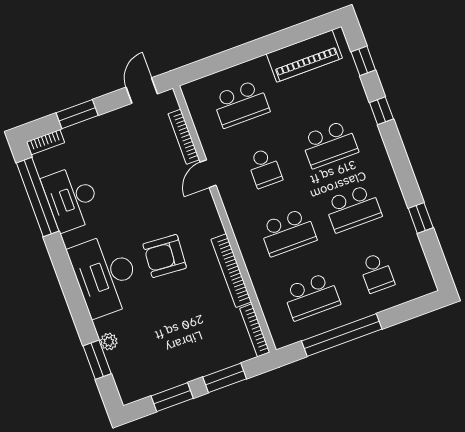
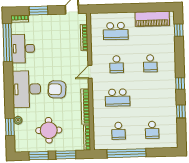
window: (381, 111) -> (180, 83), moved
school desk: (330, 144) -> (150, 63), width x0.54
door: (208, 174) -> (90, 72), moved
school desk: (353, 208) -> (151, 97), removed
school desk: (312, 297) -> (118, 131), width x0.54
round table: (175, 341) -> (49, 130), added

